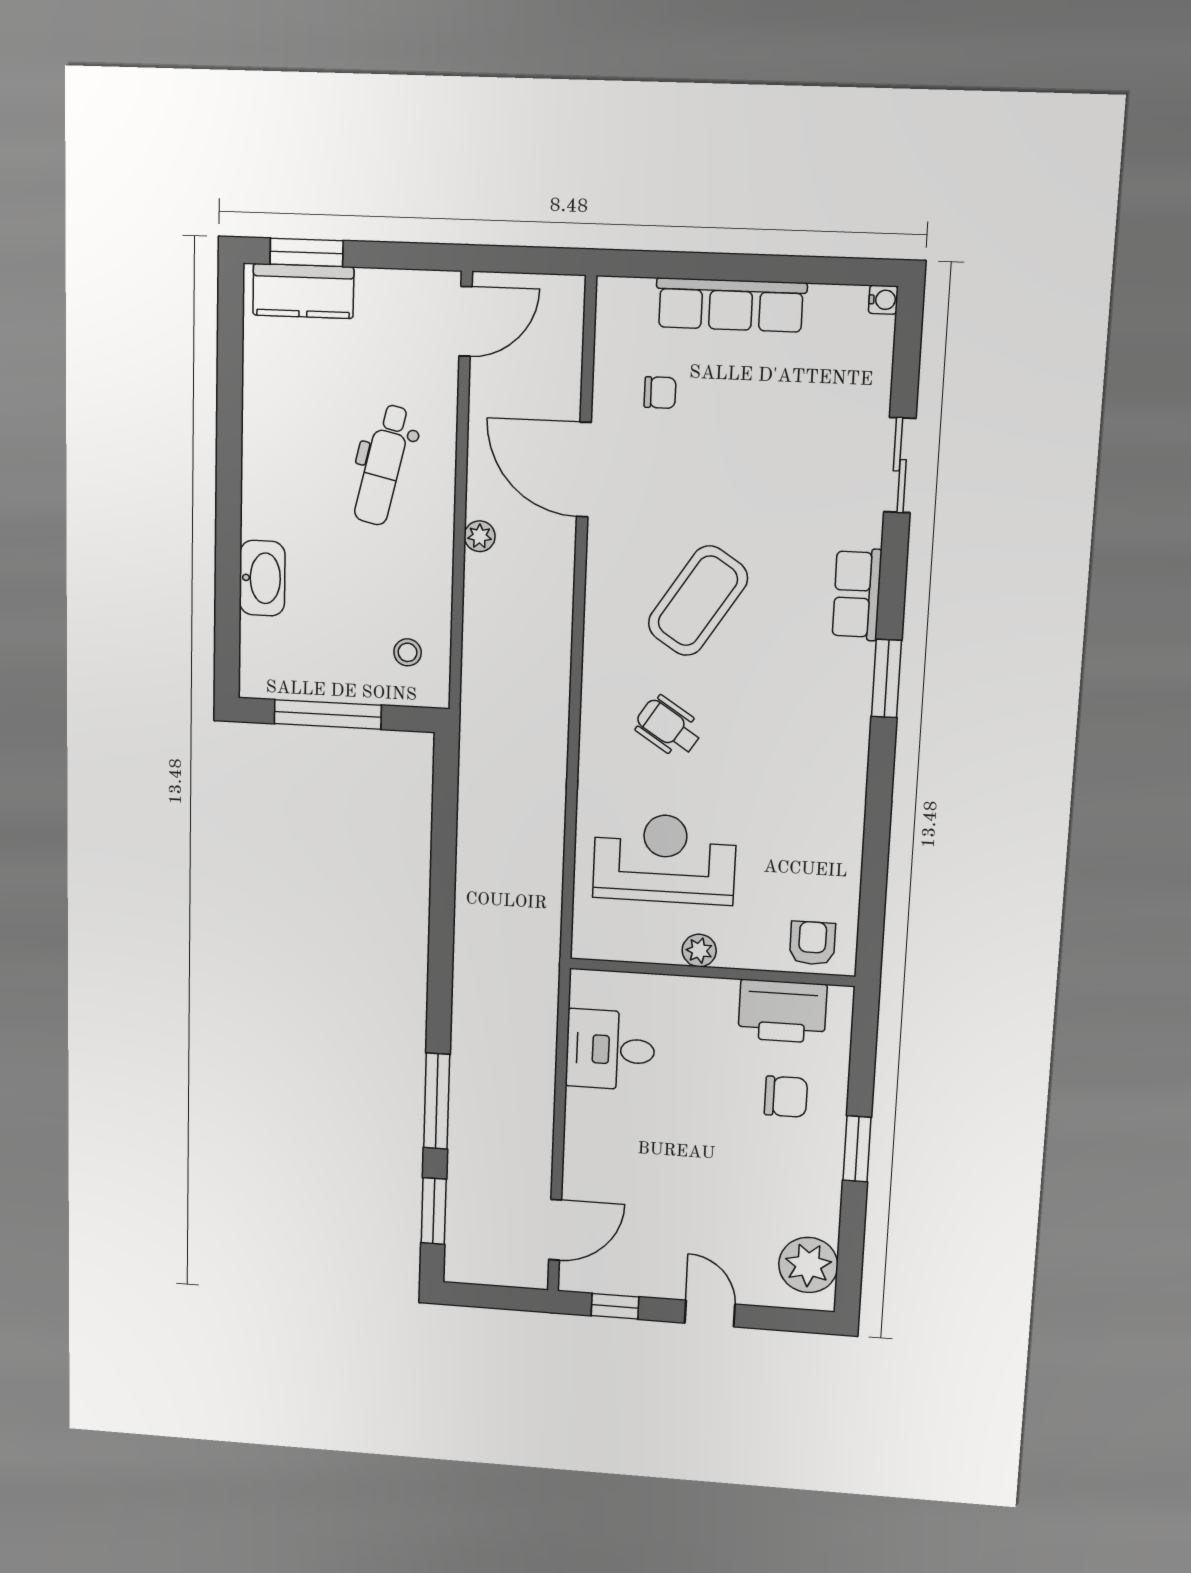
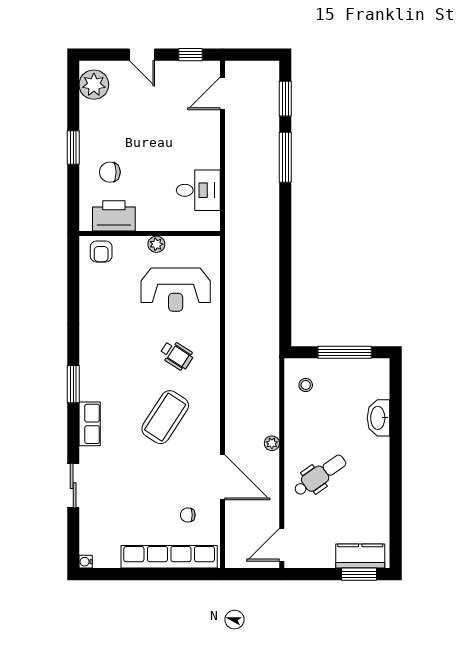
row of seats: (731, 305) -> (169, 557), width x1.36
dental chair: (383, 465) -> (320, 475), turned 42

